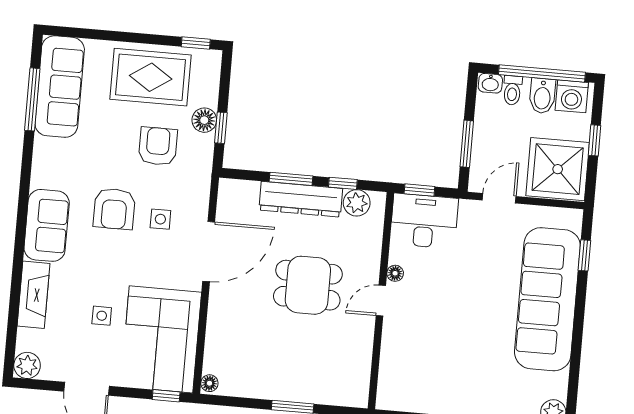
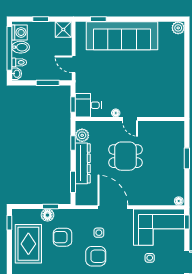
shower: (558, 169) -> (63, 30), width x0.54, depth x0.54
window: (291, 179) -> (73, 182), moved
desk: (424, 221) -> (88, 105), width x0.73
dining table: (308, 285) -> (125, 156), turned 90

